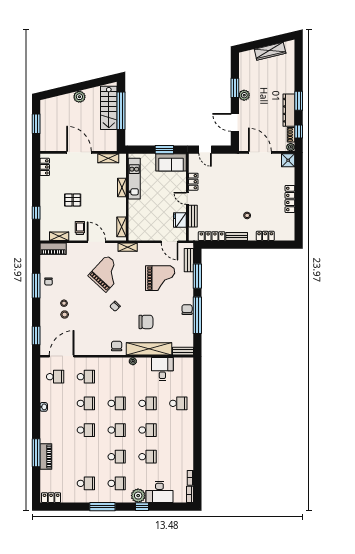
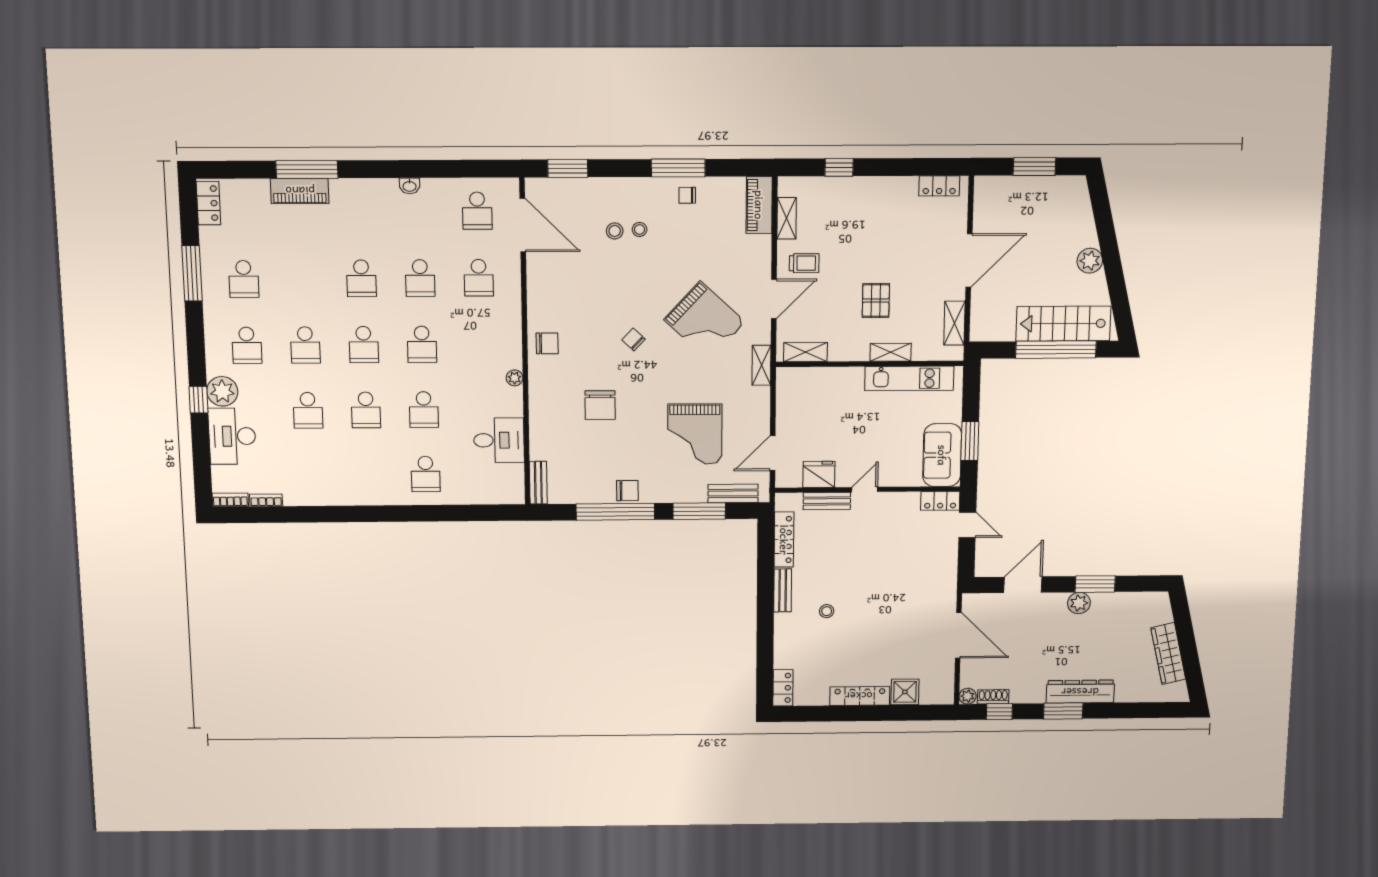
dresser: (289, 110) -> (1080, 692), moved
door: (205, 150) -> (967, 525), swing flipped
door: (260, 152) -> (958, 635), hinge flipped
shower: (288, 160) -> (905, 692), moved
locker: (193, 182) -> (940, 501), moved
pallet: (73, 200) -> (876, 301), moved
locker: (265, 236) -> (783, 688), moved
shelving: (149, 349) -> (542, 412), removed
window: (102, 507) -> (192, 273), moved

